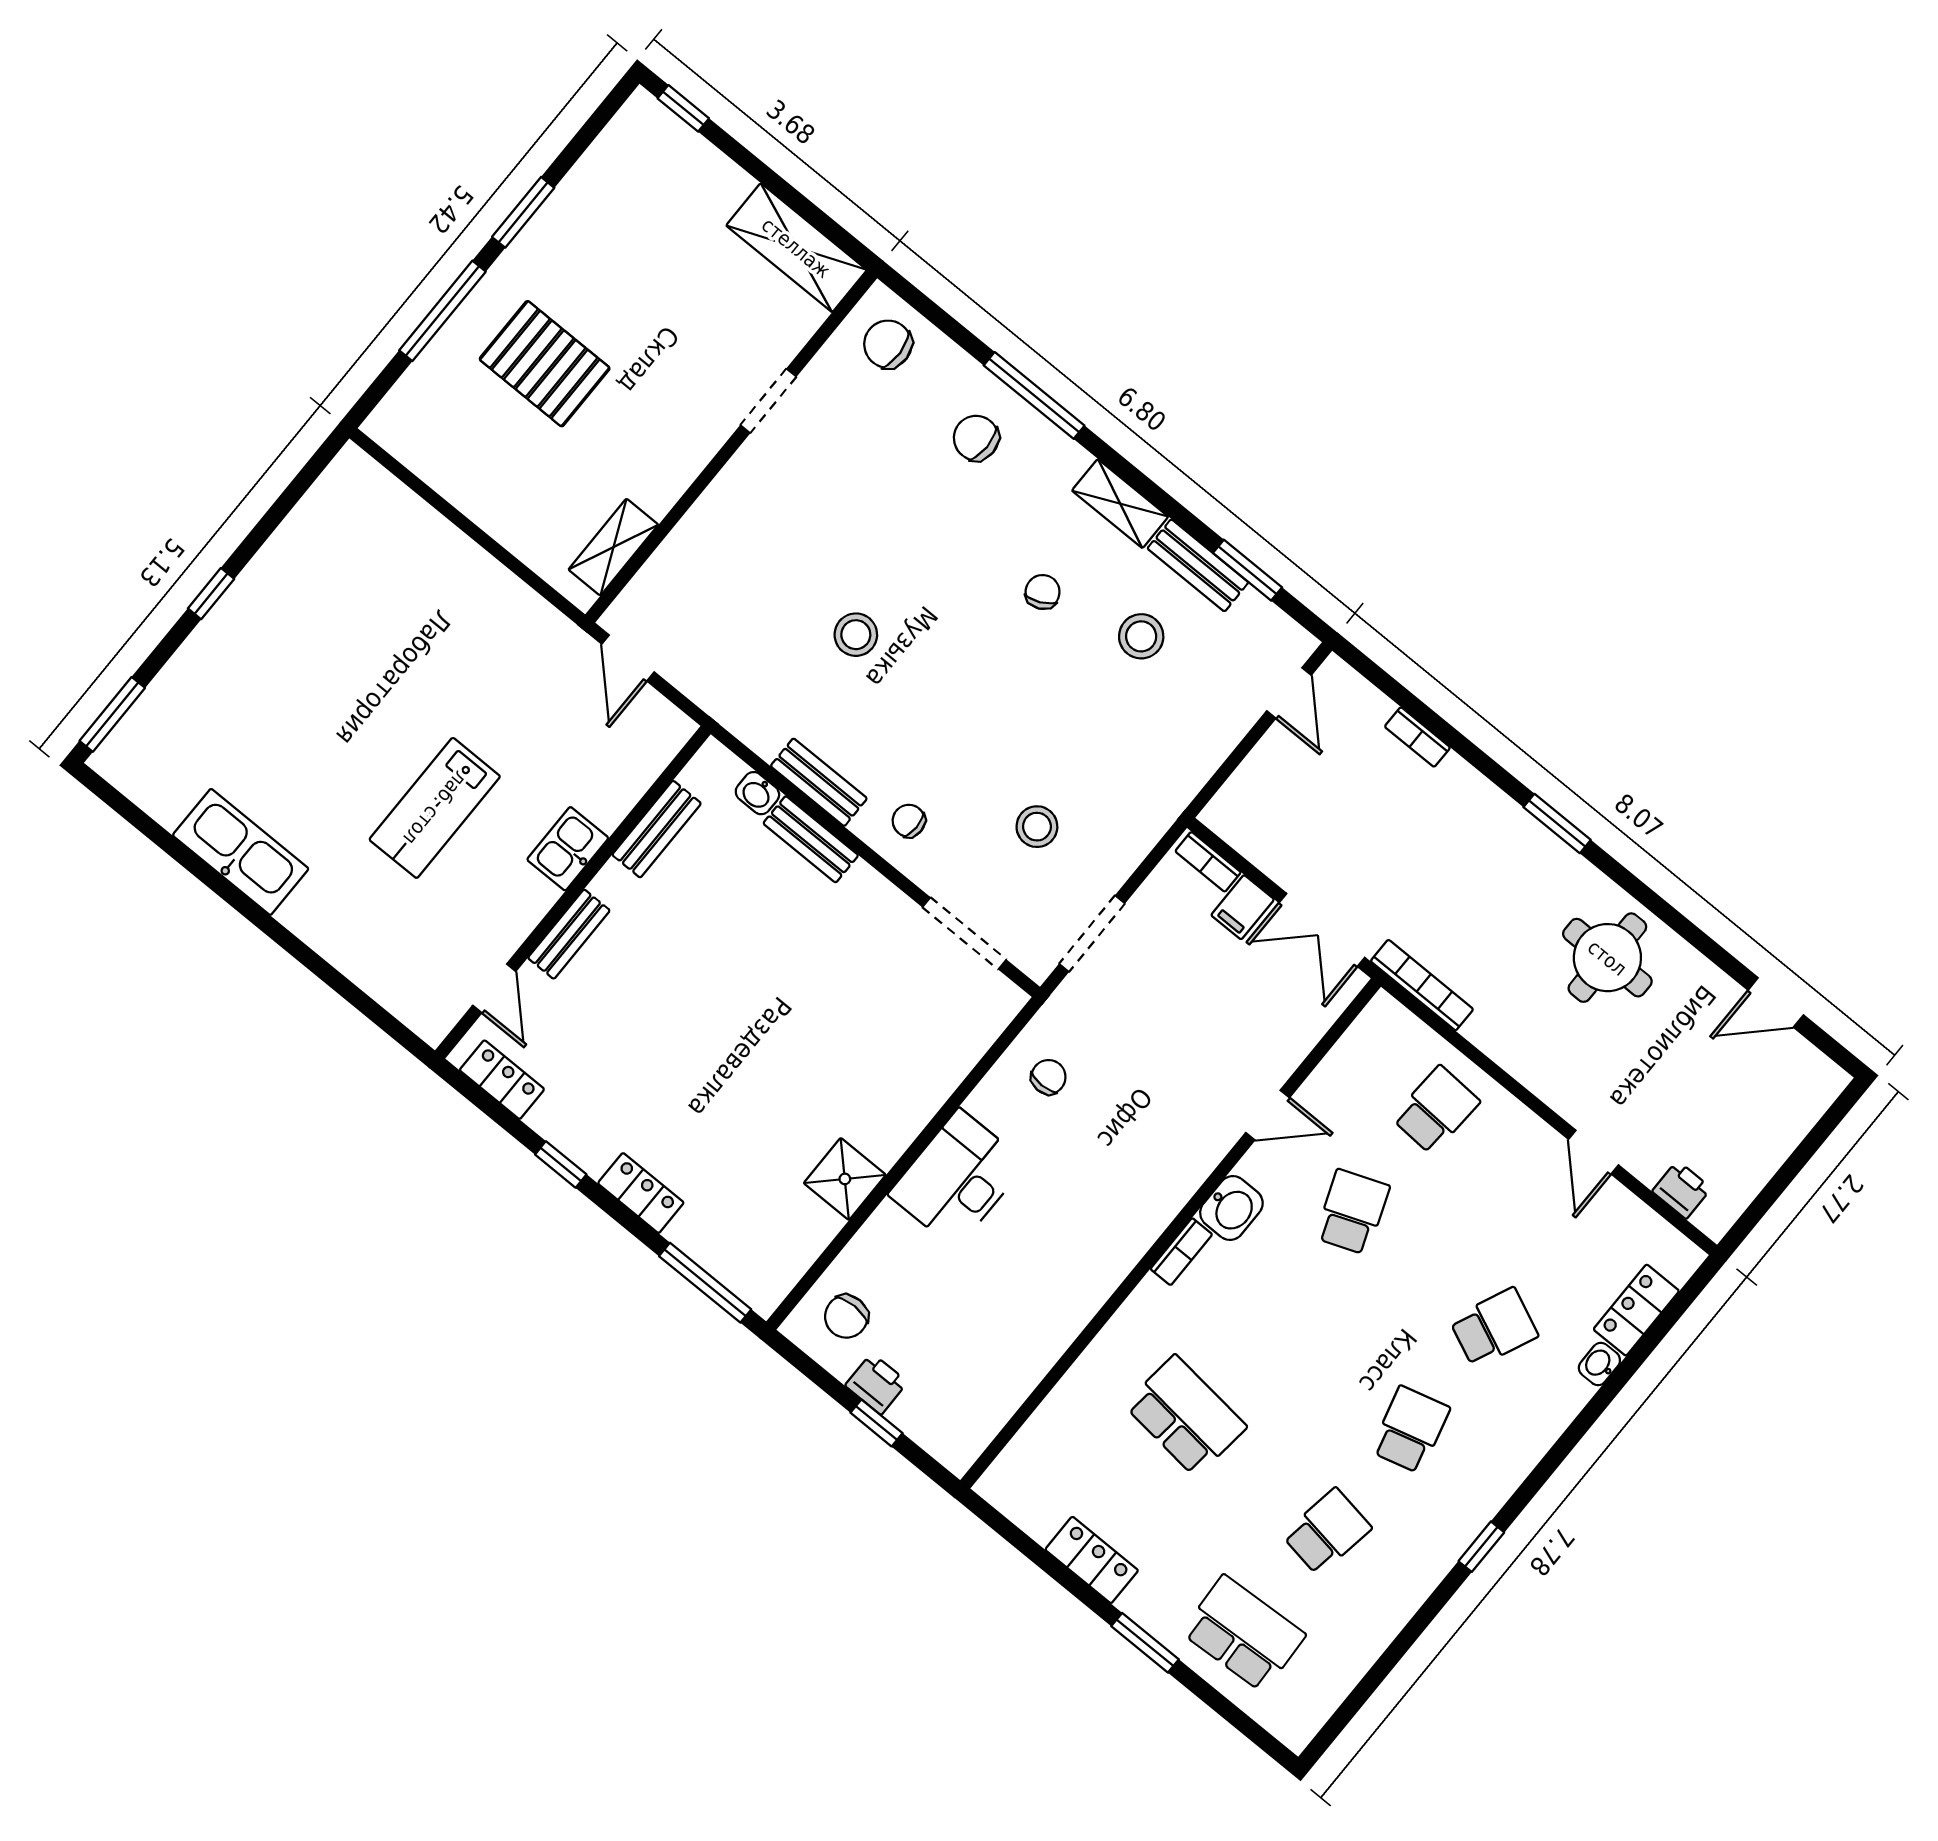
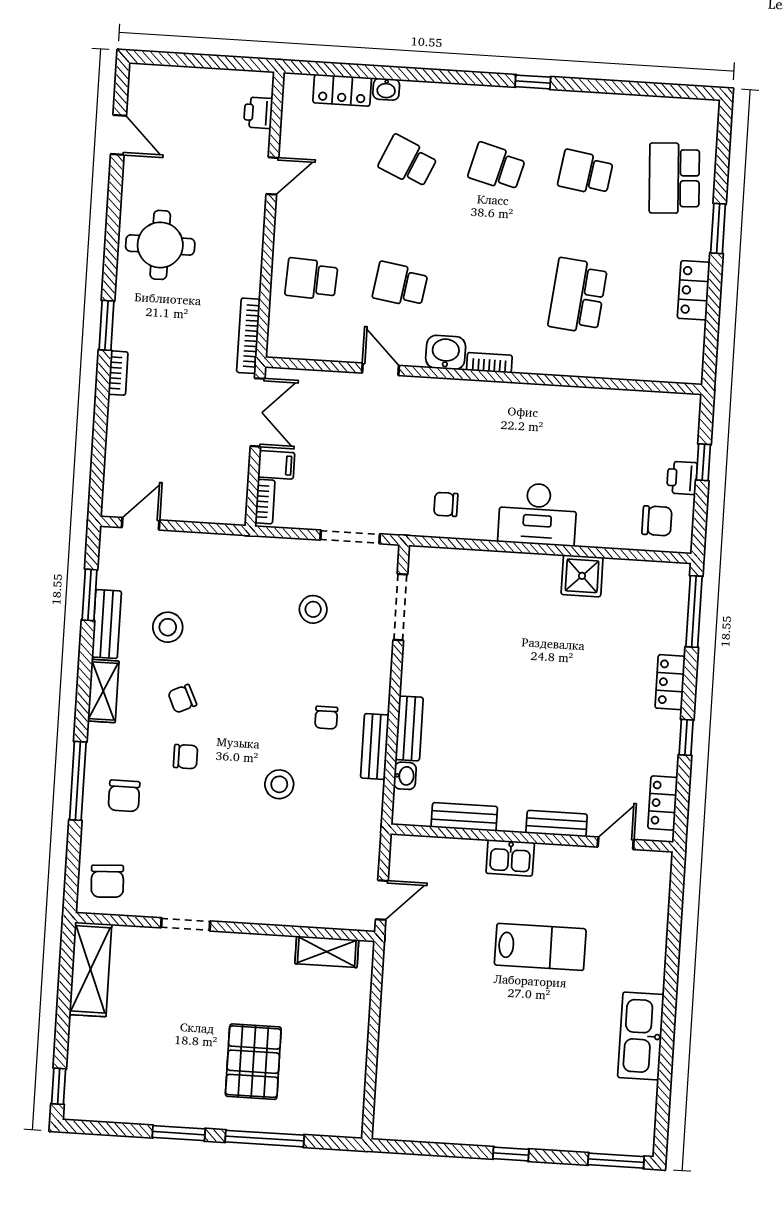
chair: (970, 546) -> (186, 757), added
bookcase: (1417, 737) -> (118, 373), moved
chair: (909, 821) -> (326, 718), moved
school desk: (1352, 1212) -> (400, 285), turned 30
school desk: (1410, 1430) -> (497, 167), turned 30

